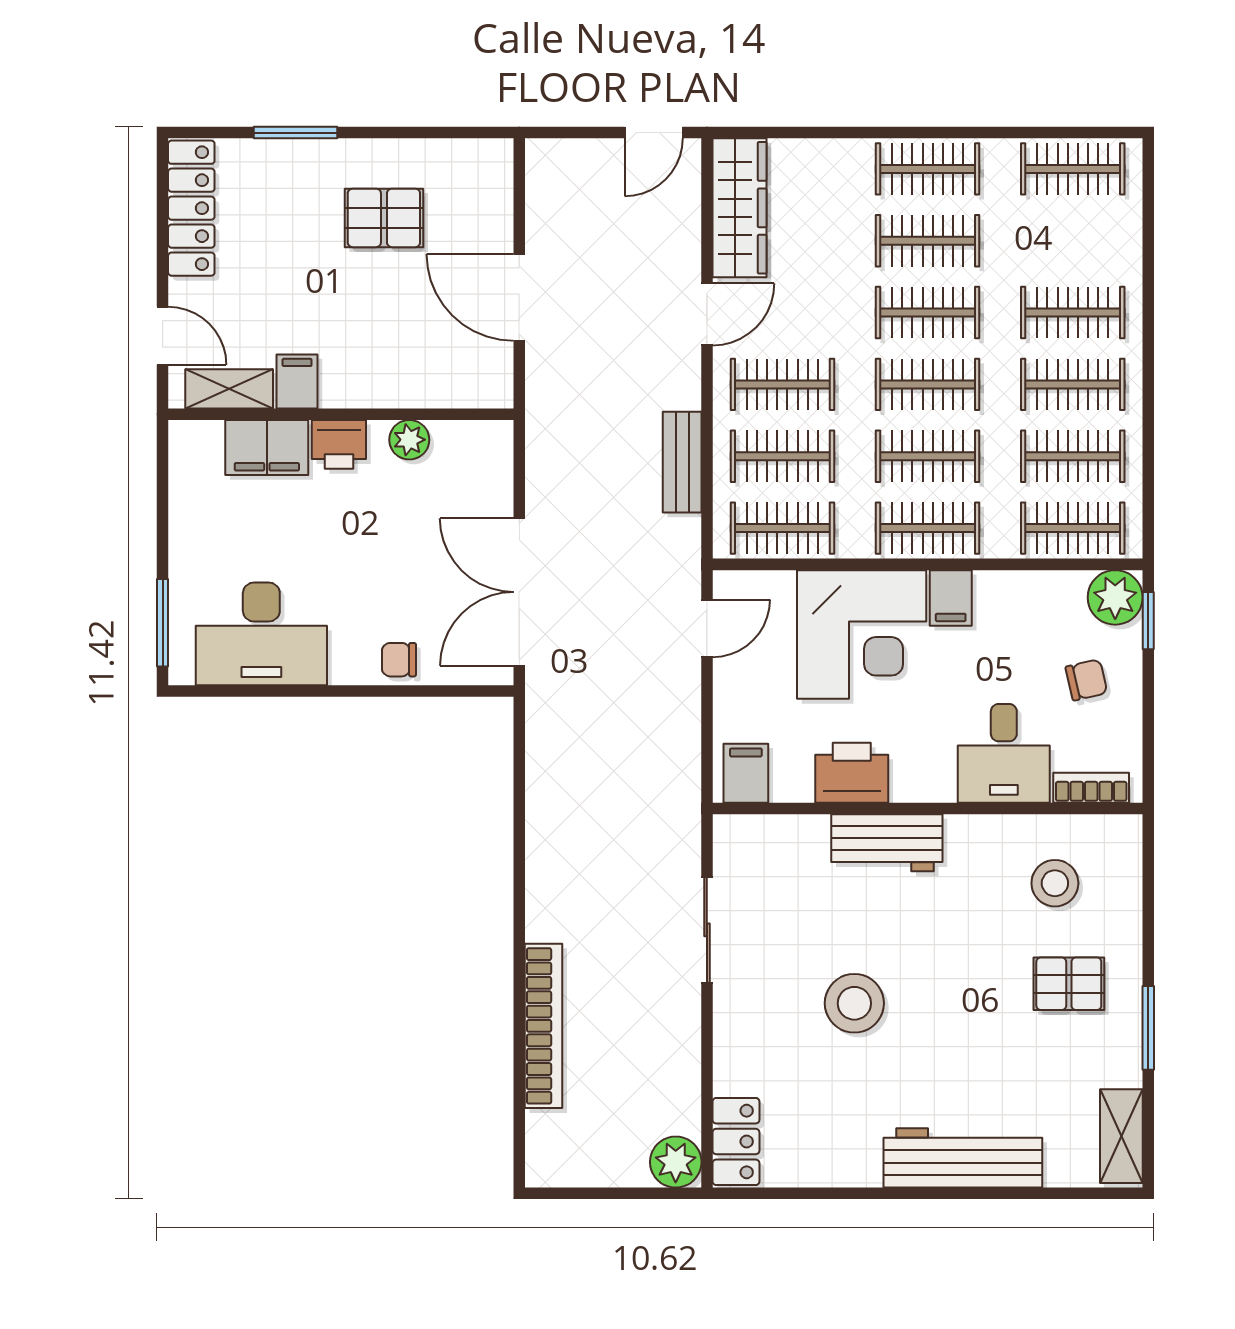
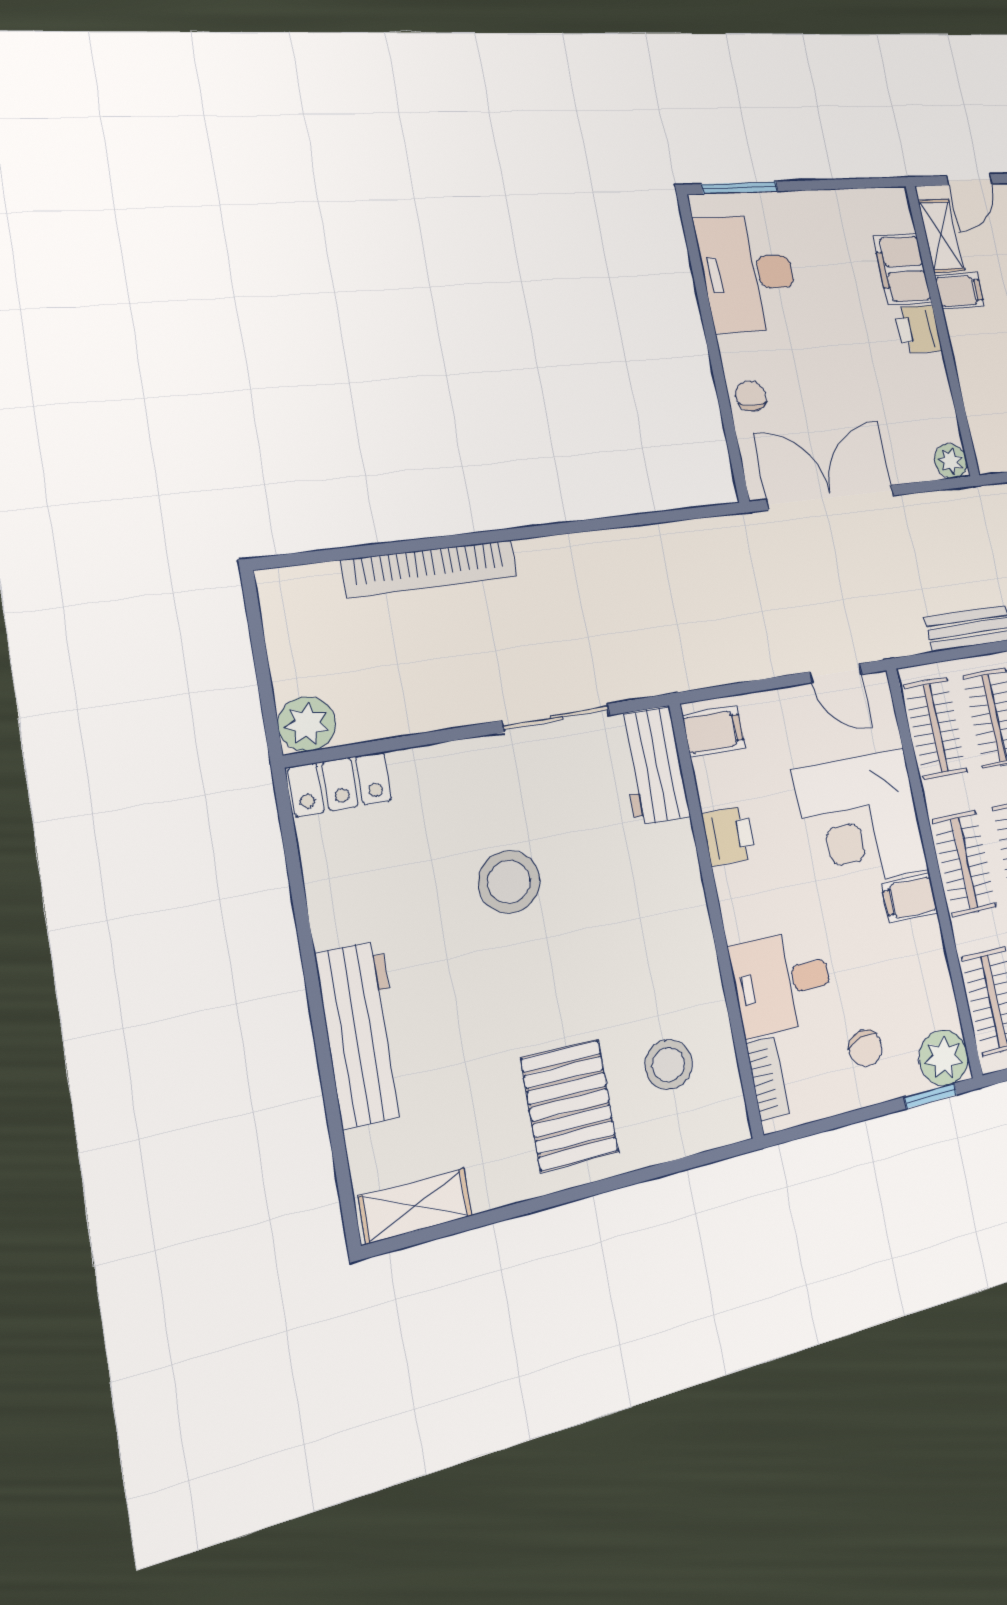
plant: (409, 440) -> (951, 461), moved
printer: (852, 773) -> (729, 836), width x0.73, depth x0.81
workbench: (887, 843) -> (653, 766), moved
pallet: (1069, 984) -> (570, 1105), width x1.50, depth x1.42
window: (1148, 1028) -> (539, 1204), removed

